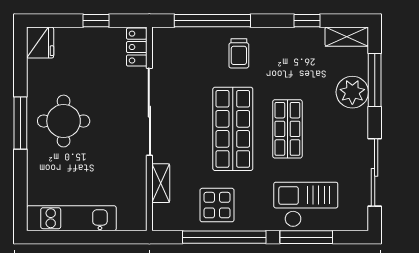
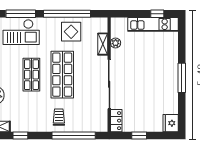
round table: (64, 121) -> (157, 79), removed
plant: (138, 185) -> (116, 43), added
window: (64, 237) -> (157, 14), added

